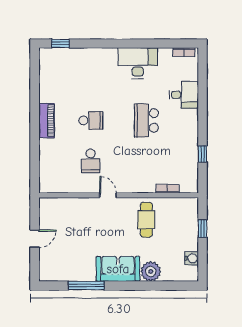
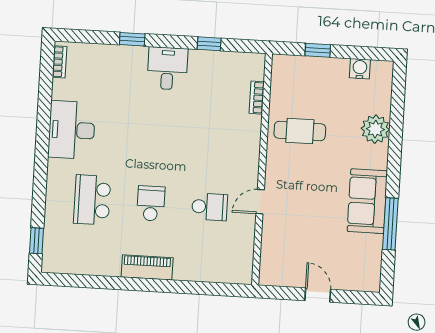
desk: (184, 95) -> (167, 68), moved
window: (203, 101) -> (132, 39), added
school desk: (146, 120) -> (92, 200), moved, turned 90
door: (108, 195) -> (260, 202), moved
sofa: (118, 269) -> (367, 201), moved

